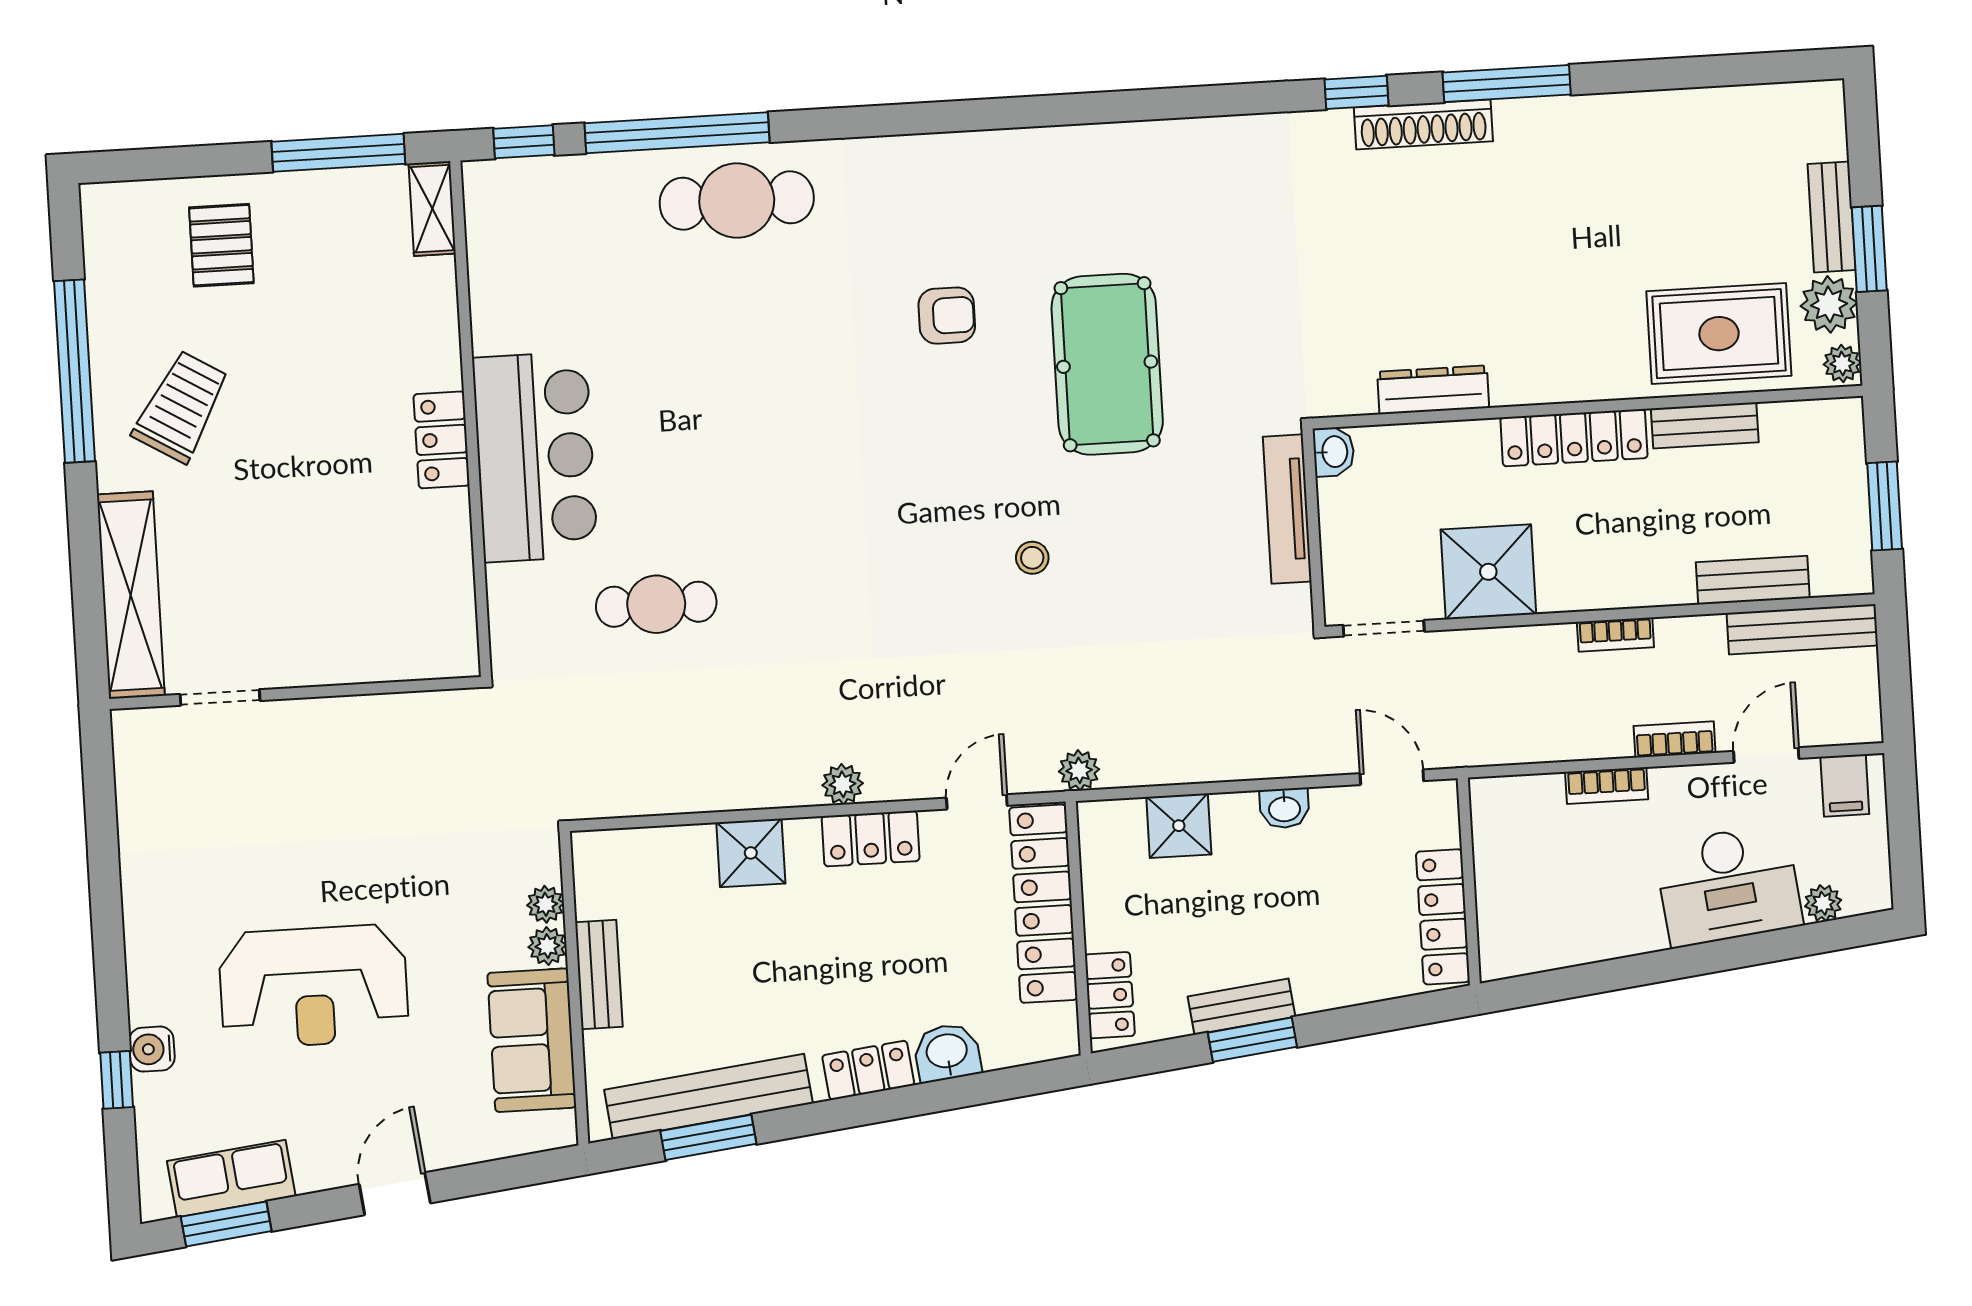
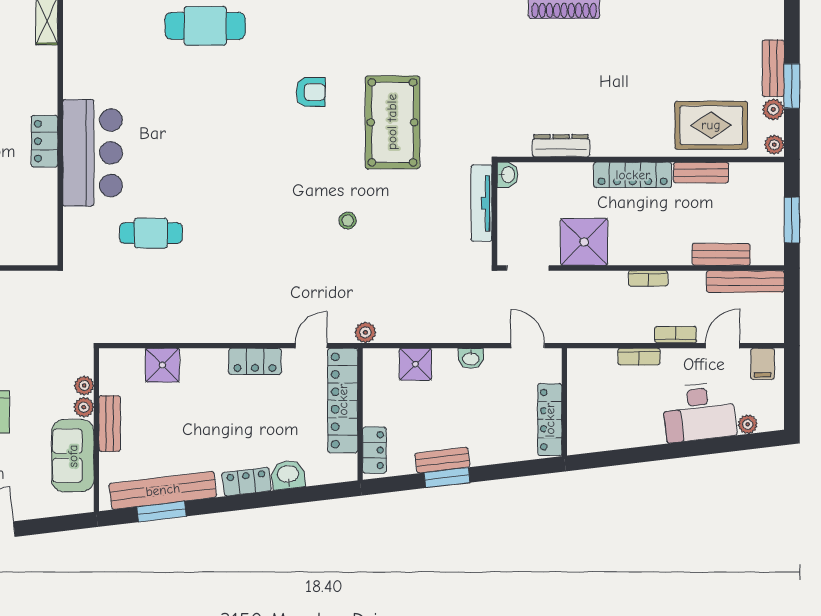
plant: (1829, 304) -> (773, 109), width x0.73, depth x0.73
plant: (843, 784) -> (242, 332), removed
shower: (751, 853) -> (162, 365), moved

